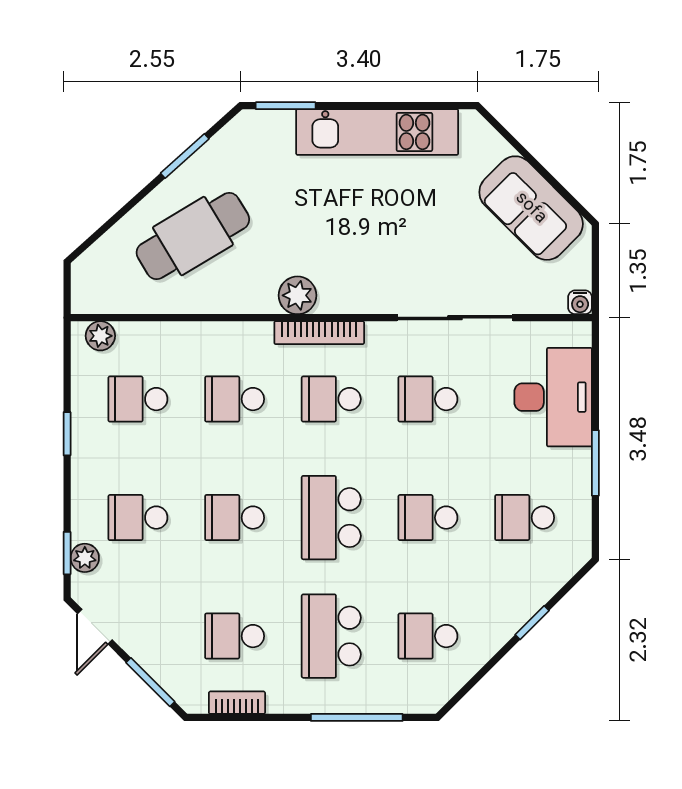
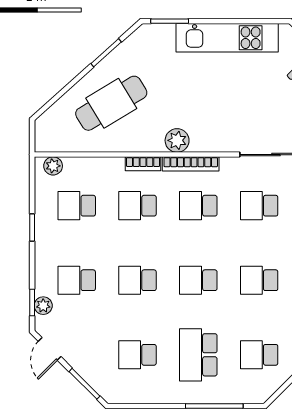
school desk: (331, 518) -> (198, 280), width x0.54
bookcase: (237, 703) -> (143, 164), moved, turned 180

